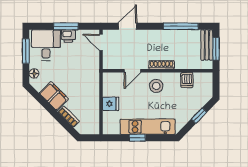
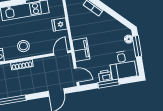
window: (26, 51) -> (137, 46), moved
door: (132, 71) -> (61, 53), moved
filing cabinet: (54, 96) -> (81, 50), moved, turned -135

